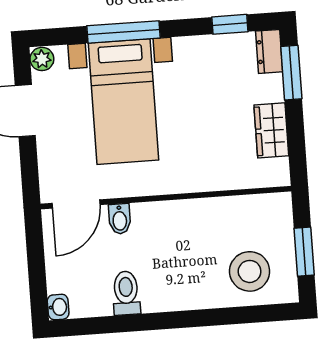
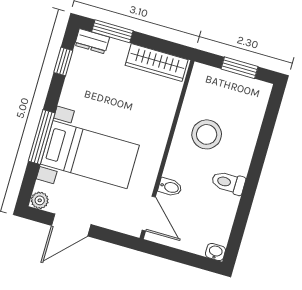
wardrobe: (271, 130) -> (157, 62), width x1.50
stool: (250, 271) -> (207, 134), moved
toilet: (126, 293) -> (228, 183), moved

